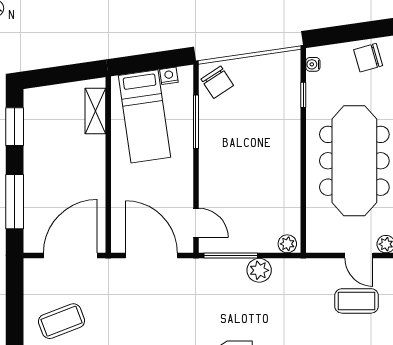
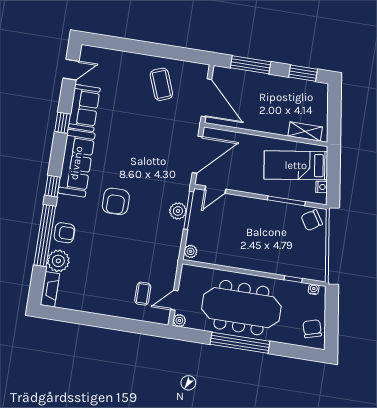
plant: (259, 270) -> (178, 211), moved
coffee table: (357, 301) -> (143, 294), width x0.73, depth x0.77

